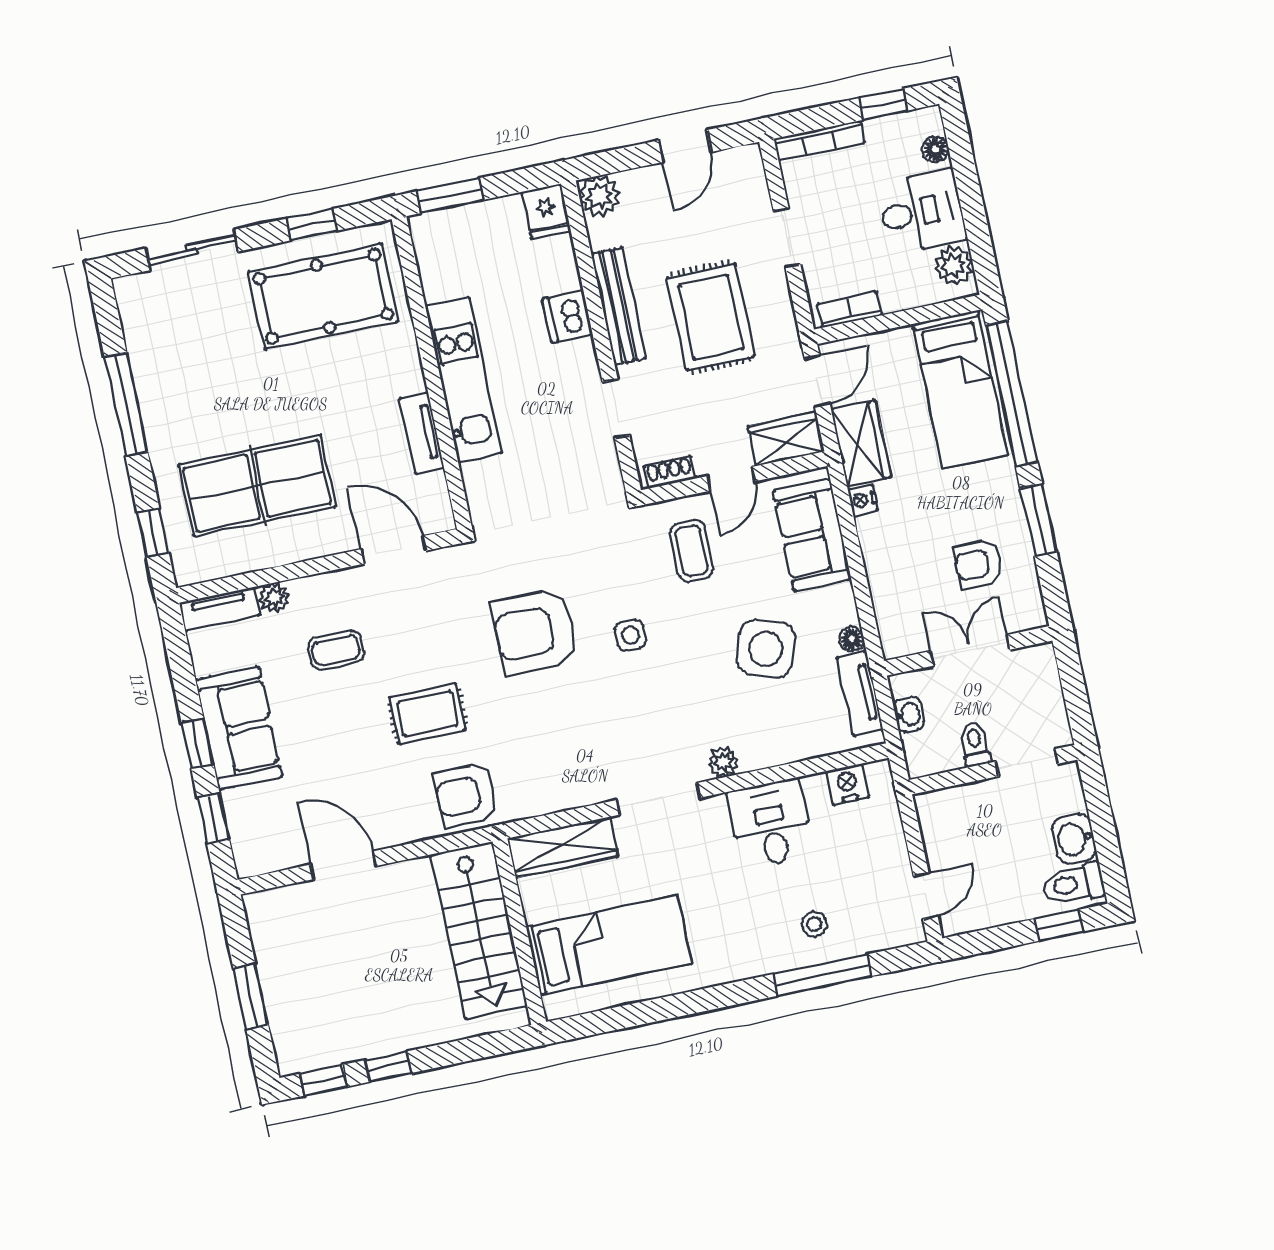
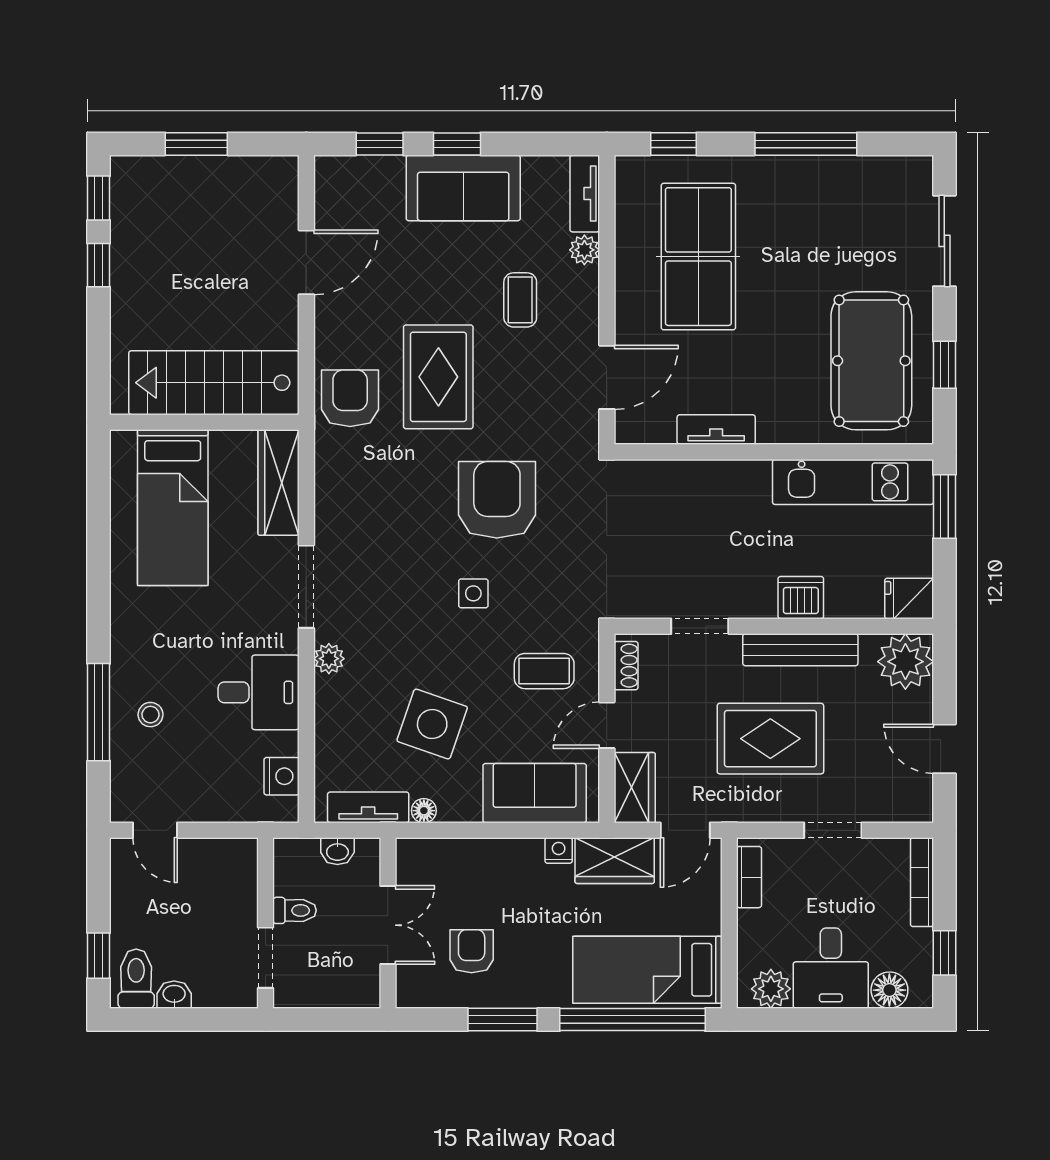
floor lamp: (935, 149) -> (889, 990), width x1.37, depth x1.37
plant: (600, 196) -> (905, 662), width x1.36, depth x1.36
kitchen unit: (464, 380) -> (853, 482), moved
door: (817, 381) -> (685, 830), hinge flipped
door: (731, 479) -> (607, 725), hinge flipped
rug: (427, 714) -> (438, 377), width x1.36, depth x1.43
washbasin: (1074, 839) -> (174, 995), width x0.72, depth x0.69

